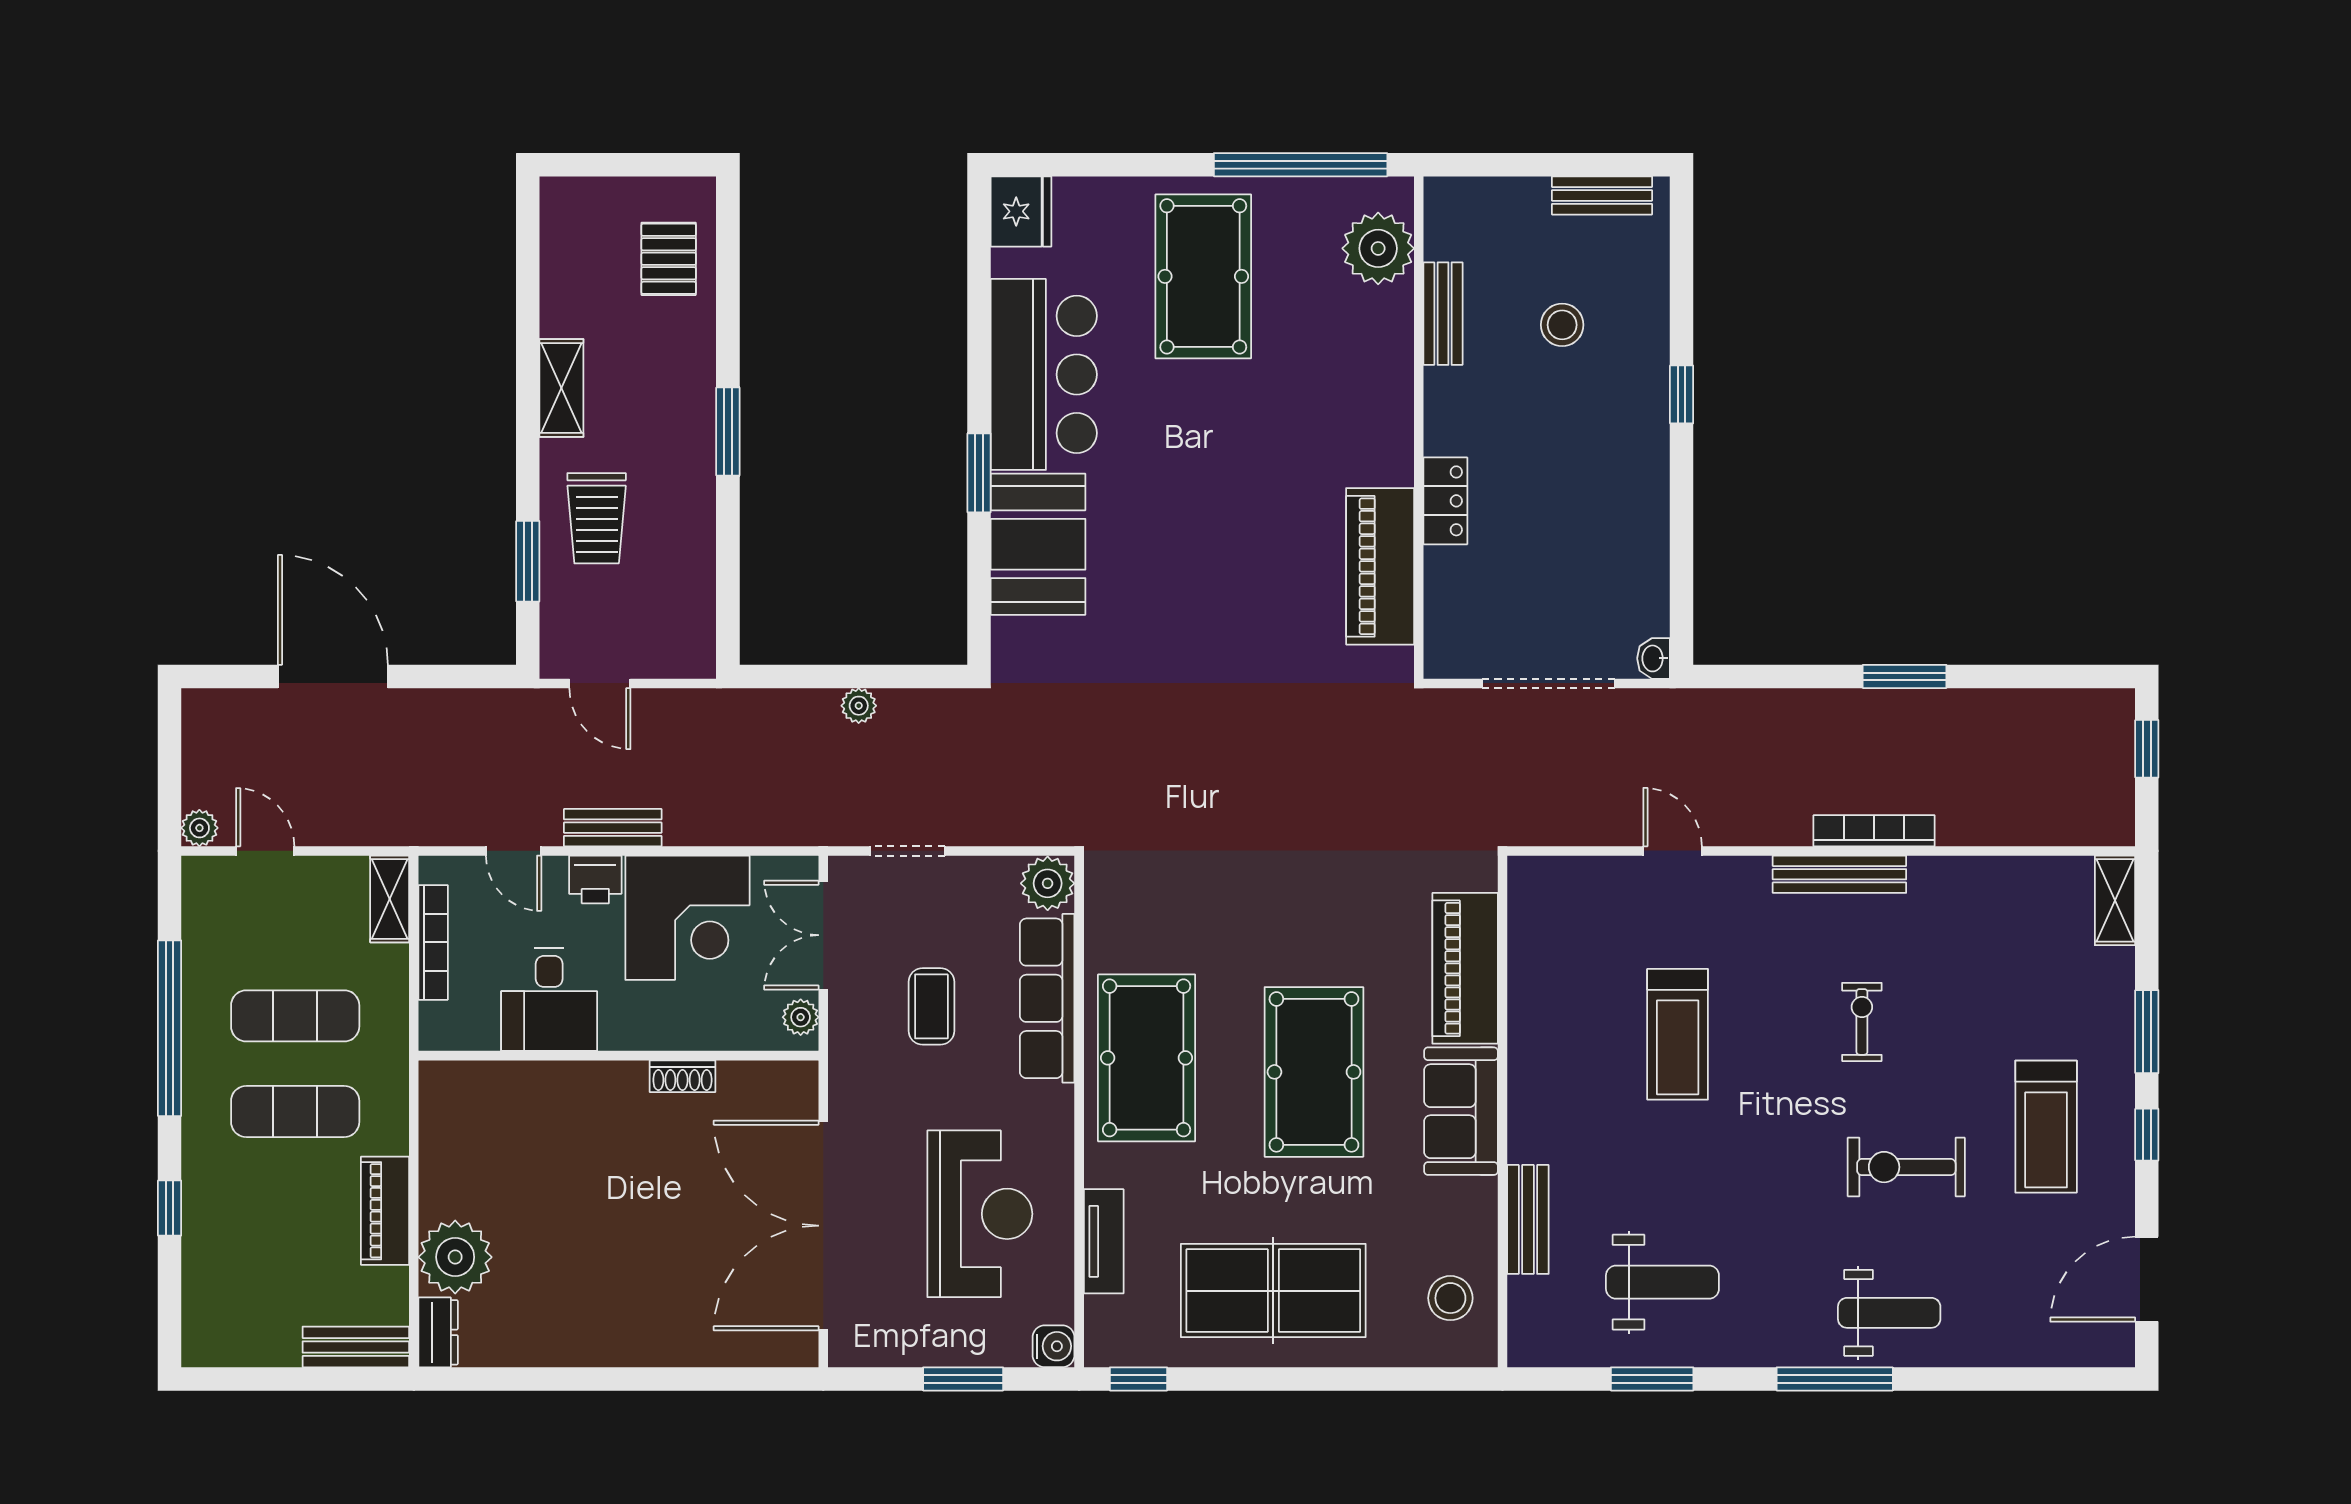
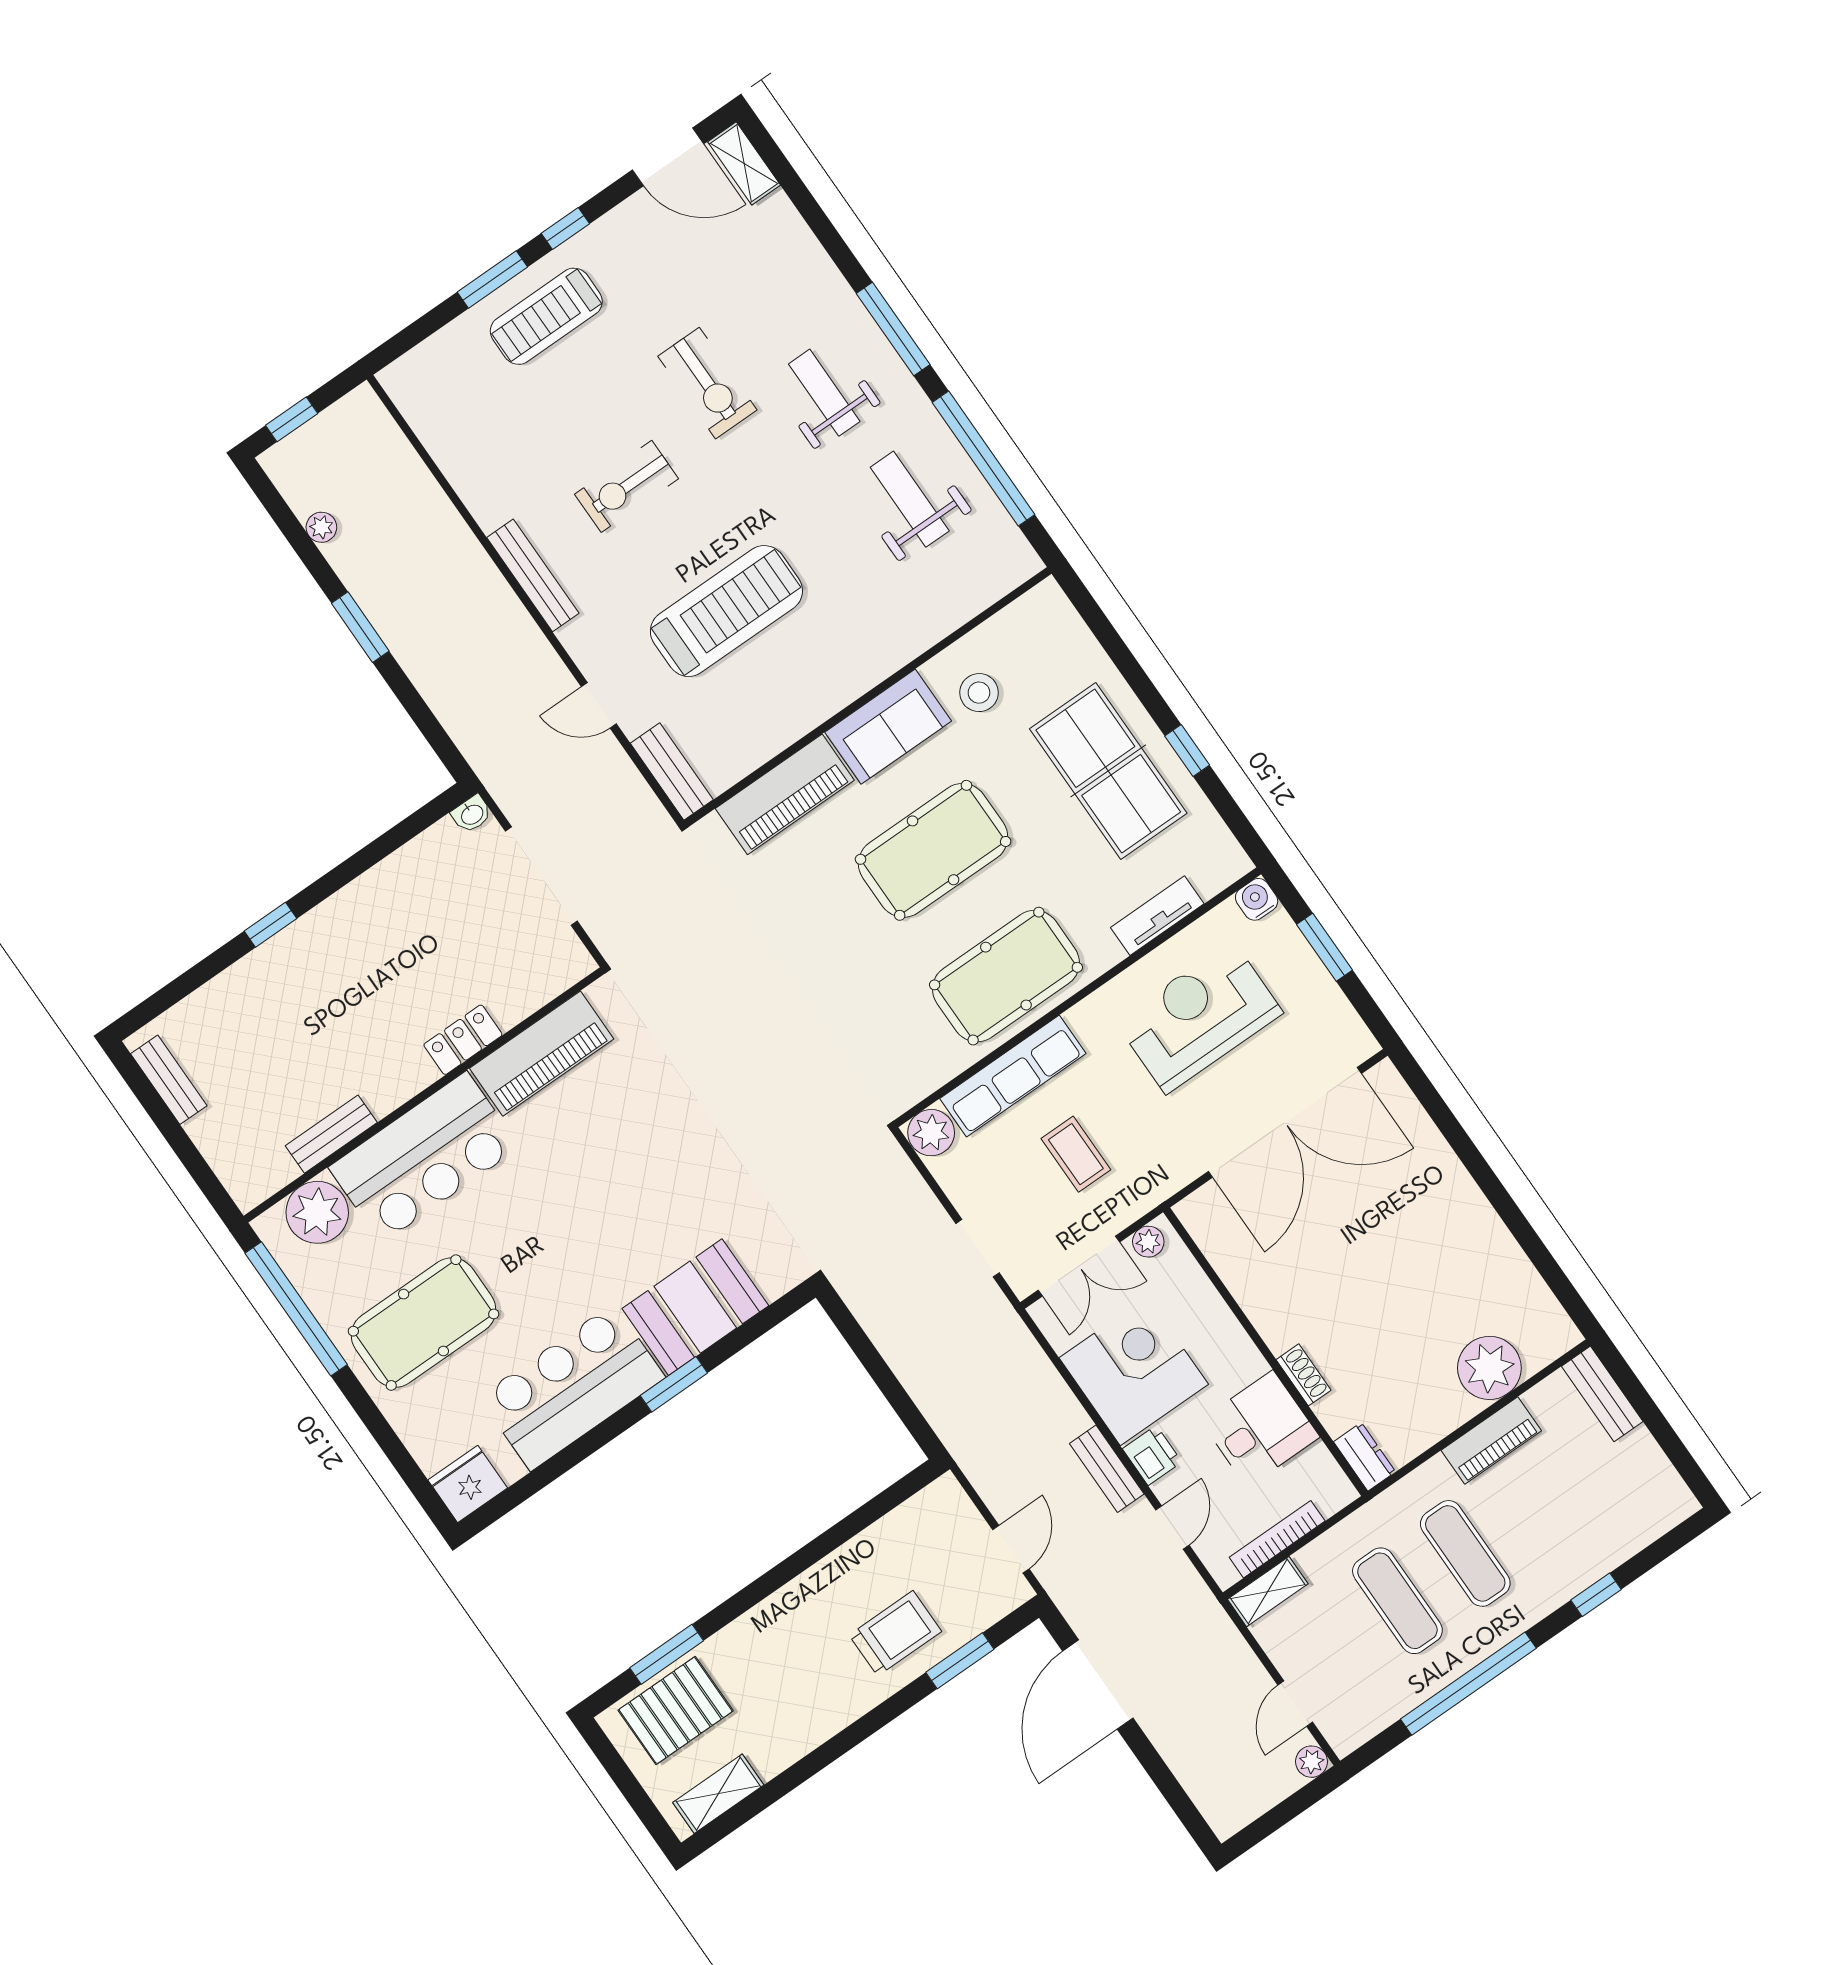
pallet: (669, 259) -> (676, 1710), width x1.50, depth x1.42
stool: (1562, 325) -> (280, 1044), removed
bar counter: (1360, 386) -> (424, 1157), added
shelving: (561, 388) -> (718, 1794), moved
window: (728, 431) -> (667, 1654), moved
door: (333, 676) -> (1098, 1685), moved
plant: (859, 706) -> (321, 527), moved
bookcase: (1874, 831) -> (485, 572), removed
door: (1673, 851) -> (599, 705), hinge flipped
shelving: (2115, 900) -> (744, 163), moved, turned 90
coffee table: (931, 1006) -> (1076, 1154), turned 90
exercise bike: (1862, 1022) -> (626, 486), width x1.38, depth x1.39
treadmill: (1678, 1034) -> (726, 611), width x1.37, depth x1.37
shoe rack: (682, 1076) -> (1304, 1375), moved
treadmill: (2046, 1127) -> (546, 316), moved, turned 180
bench: (1528, 1219) -> (672, 771), moved, turned 90
stool: (1450, 1298) -> (979, 693), moved
weight bench: (1889, 1313) -> (824, 393), moved
dresser: (438, 1332) -> (1365, 1457), moved, turned 90
window: (1139, 1379) -> (1187, 750), moved
window: (1652, 1379) -> (984, 459), width x2.11

